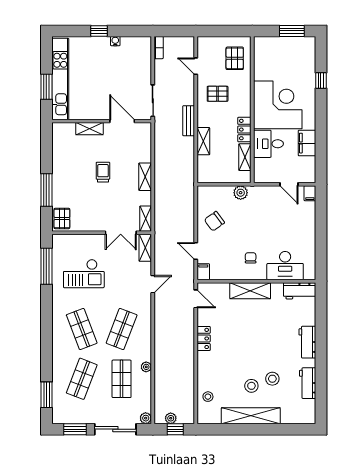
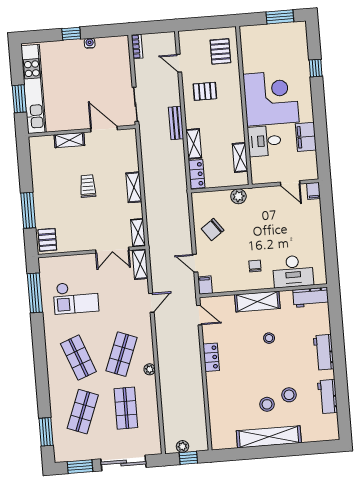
locker: (244, 130) -> (197, 174), moved, turned 180
plant: (146, 367) -> (150, 369), moved
stool: (208, 397) -> (269, 338), moved
plant: (146, 418) -> (155, 448), removed

